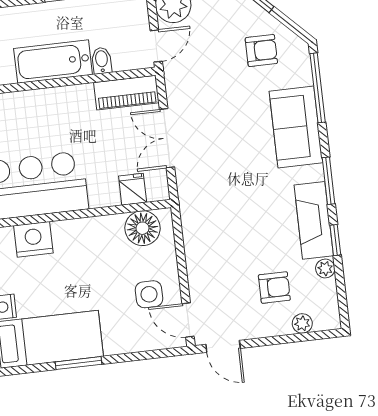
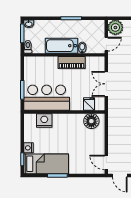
piano: (126, 93) -> (72, 63), moved
side table: (149, 294) -> (91, 150), removed

